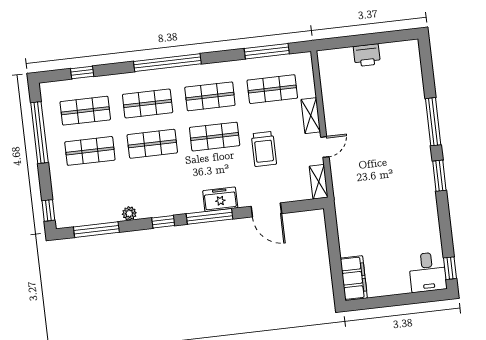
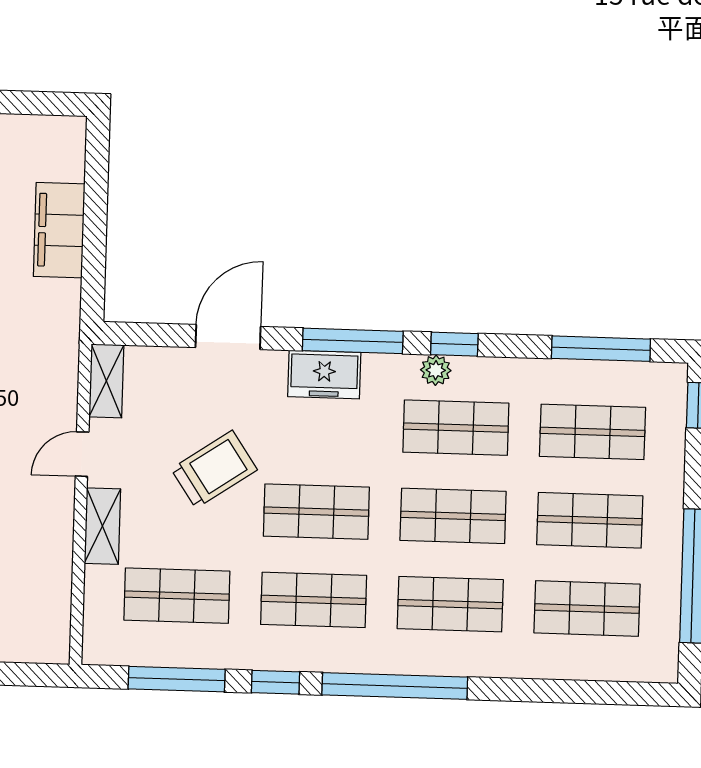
window: (82, 73) -> (275, 682), moved
trolley: (264, 149) -> (214, 469), turned 56
shop shelf: (157, 184) -> (456, 428), added
shop shelf: (95, 191) -> (593, 432), added
door: (266, 210) -> (228, 337), hinge flipped
plant: (129, 213) -> (436, 370), moved
filing cabinet: (354, 278) -> (59, 230), moved

